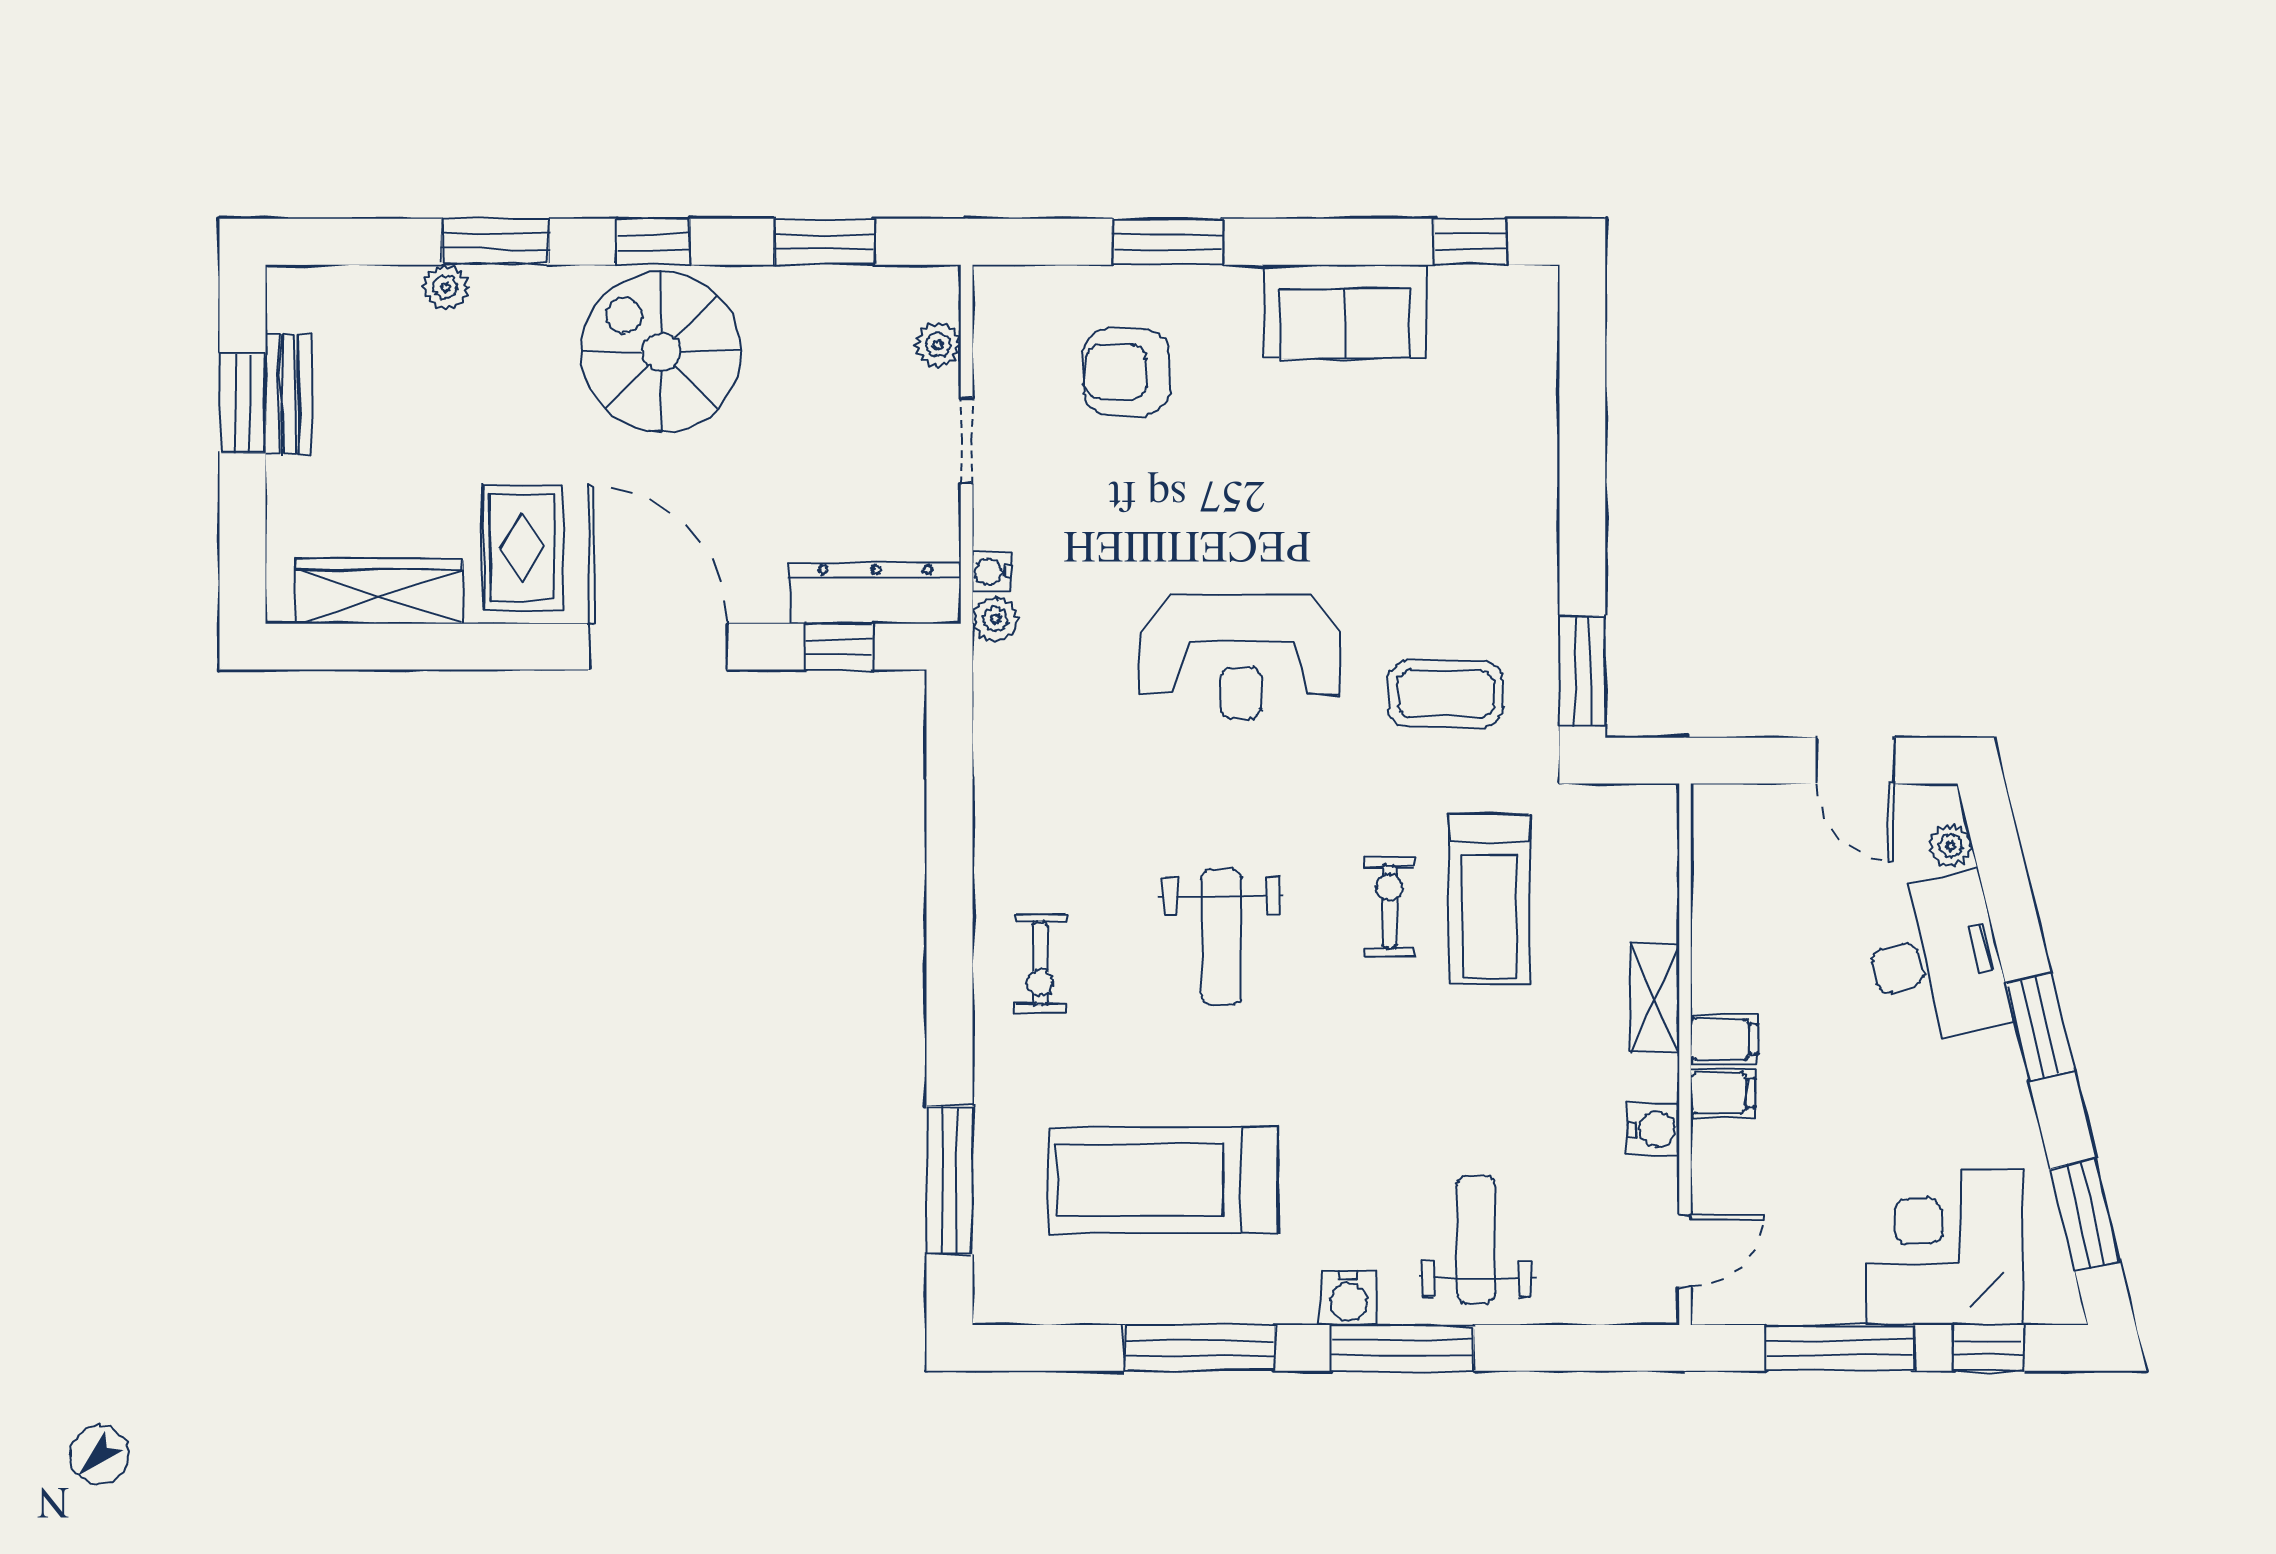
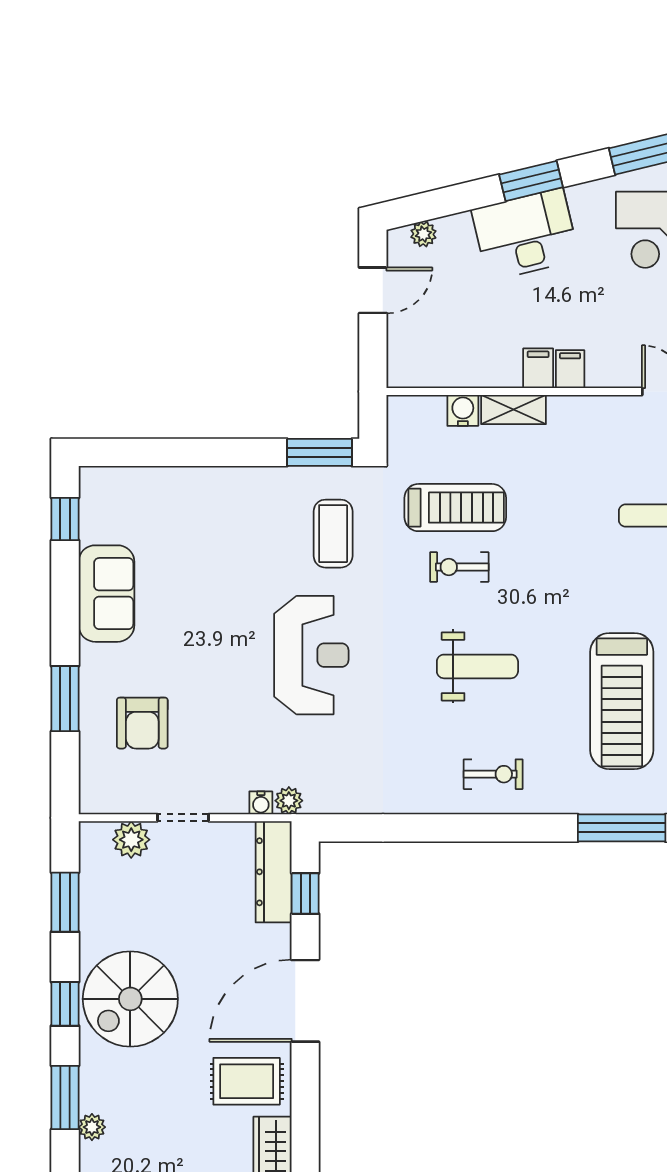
plant: (938, 345) -> (131, 840), width x1.38, depth x1.38
desk: (1935, 959) -> (525, 235), moved
water cooler: (1653, 1130) -> (463, 410), moved

